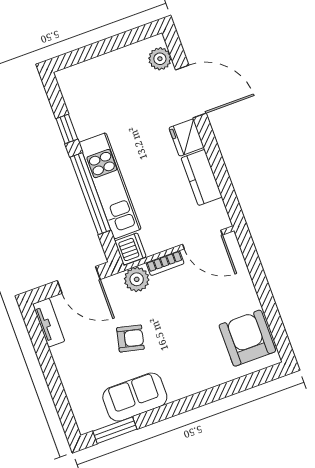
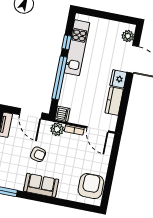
kitchen unit: (110, 186) -> (77, 48), moved
sofa: (135, 397) -> (41, 185), moved

